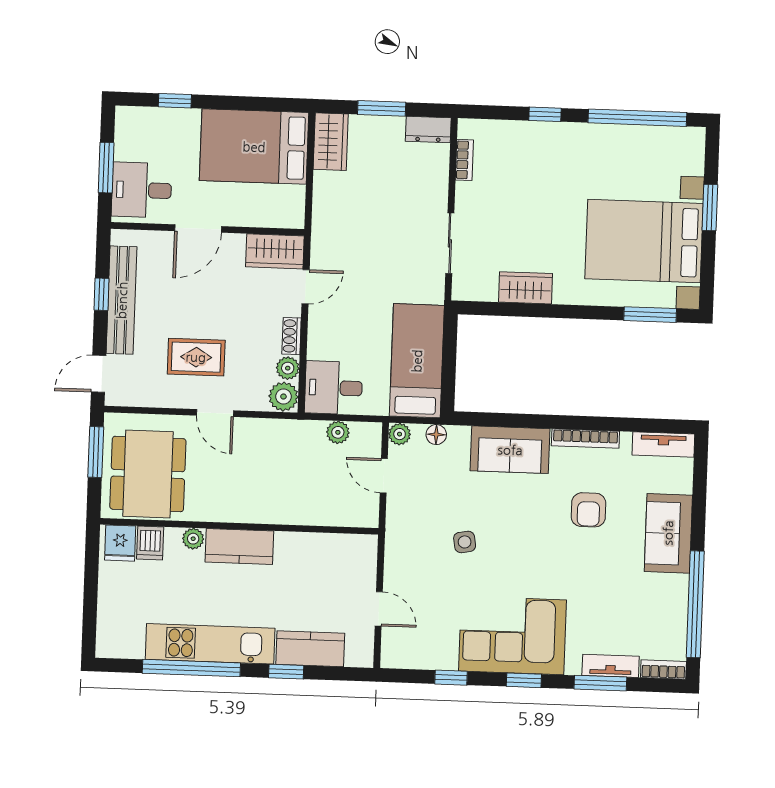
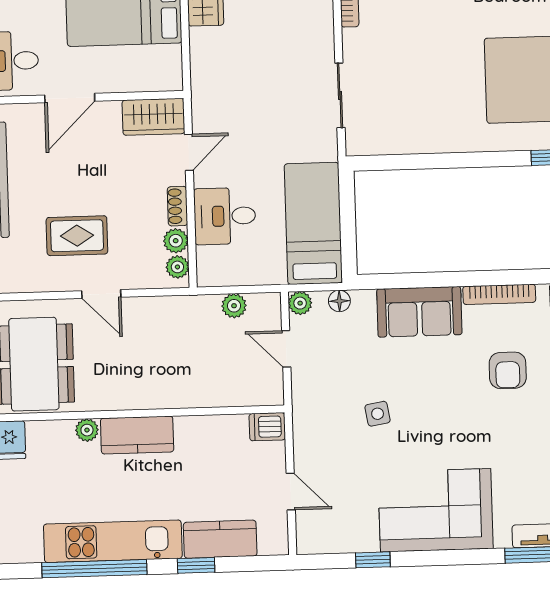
wardrobe: (526, 288) -> (424, 137), removed
desk: (334, 388) -> (225, 216), moved
plant: (283, 397) -> (177, 267), width x0.73, depth x0.73
dishwasher: (150, 543) -> (267, 427), moved, turned 90
window: (524, 680) -> (451, 557), removed

